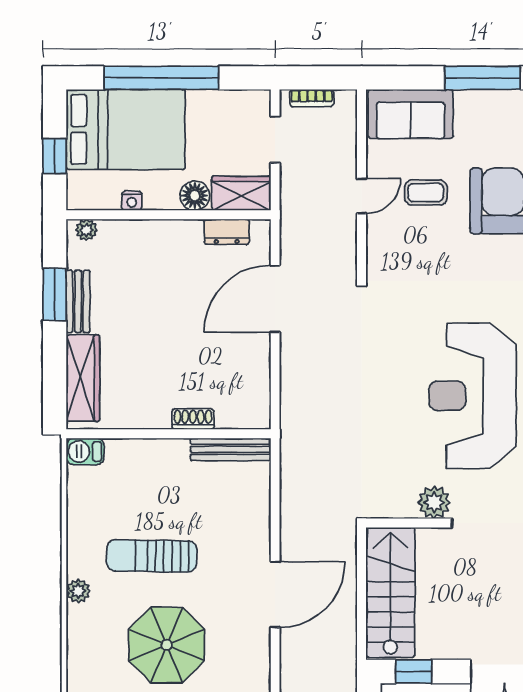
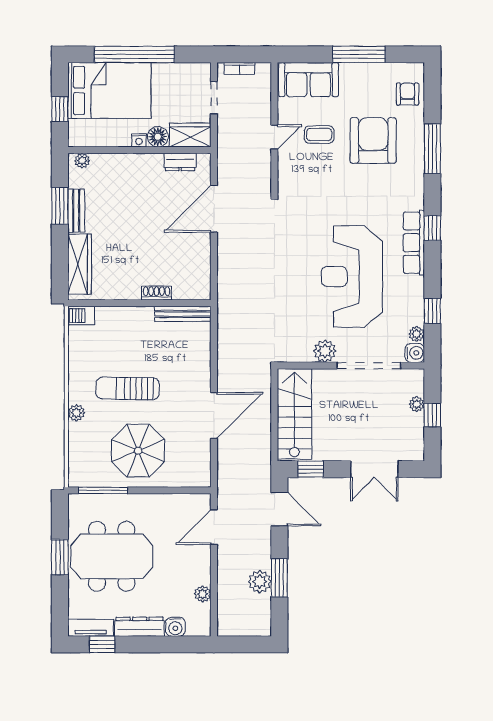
nightstand: (132, 201) -> (139, 140), moved

